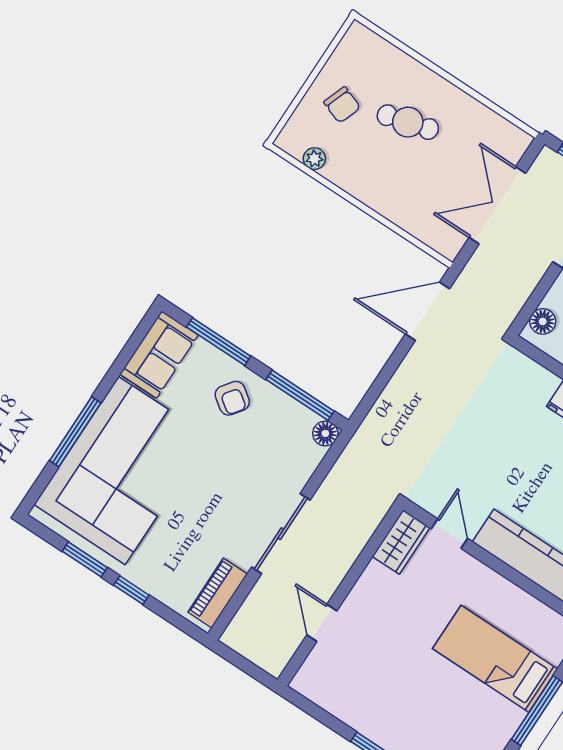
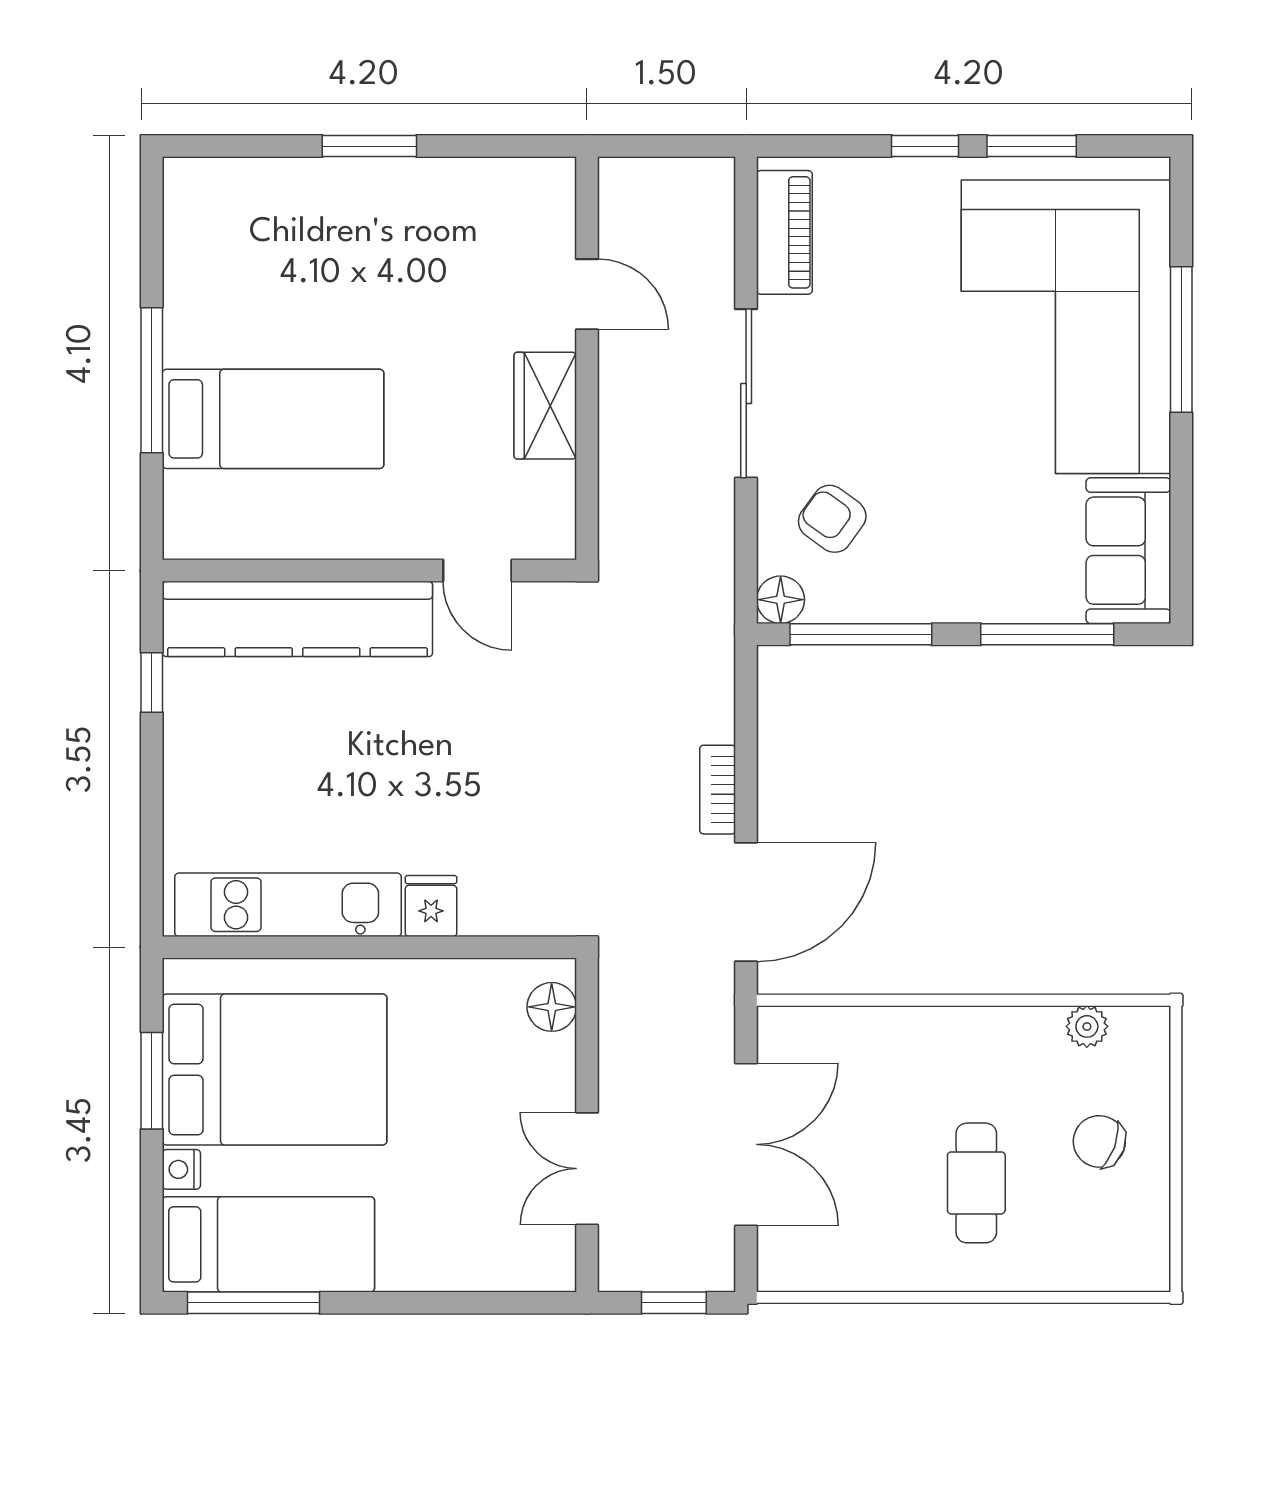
cafe table: (408, 122) -> (976, 1183), turned -75
bookcase: (408, 369) -> (718, 790), added
armchair: (232, 398) -> (832, 519), moved
wardrobe: (401, 542) -> (545, 406), moved

